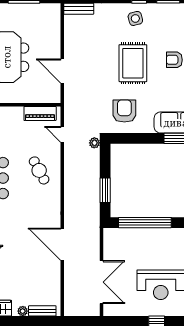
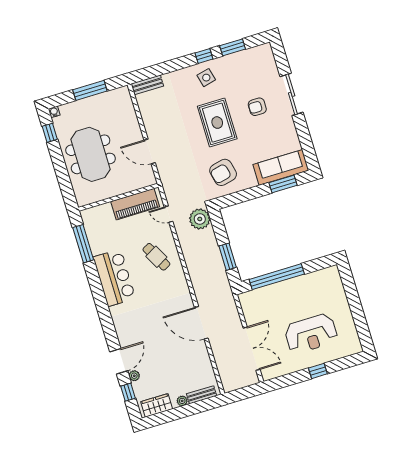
armchair: (124, 111) -> (223, 172), turned -103
piano: (40, 113) -> (135, 204), width x1.37, depth x1.33
plant: (94, 143) -> (200, 219), width x1.88, depth x1.88

